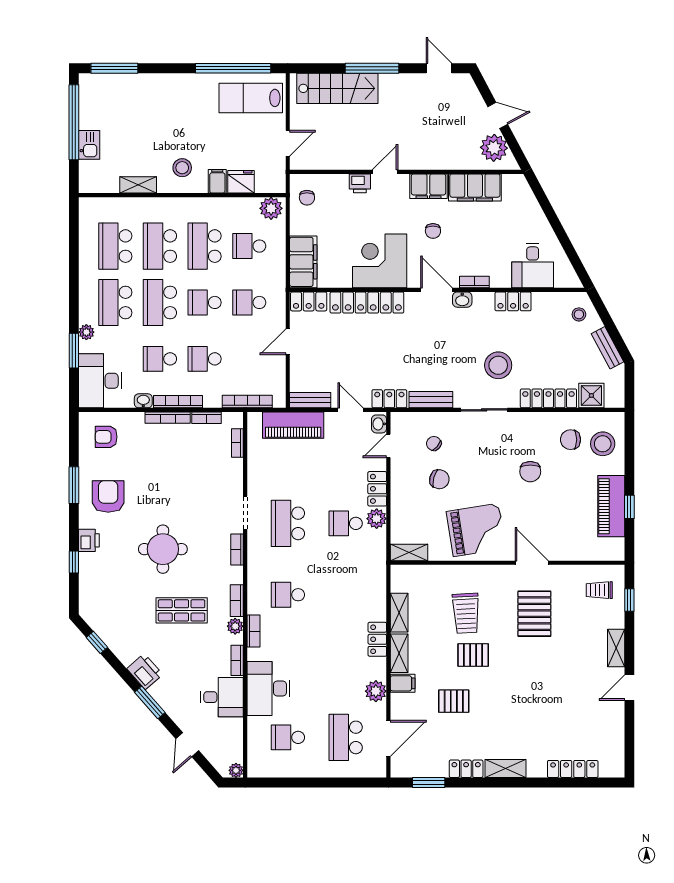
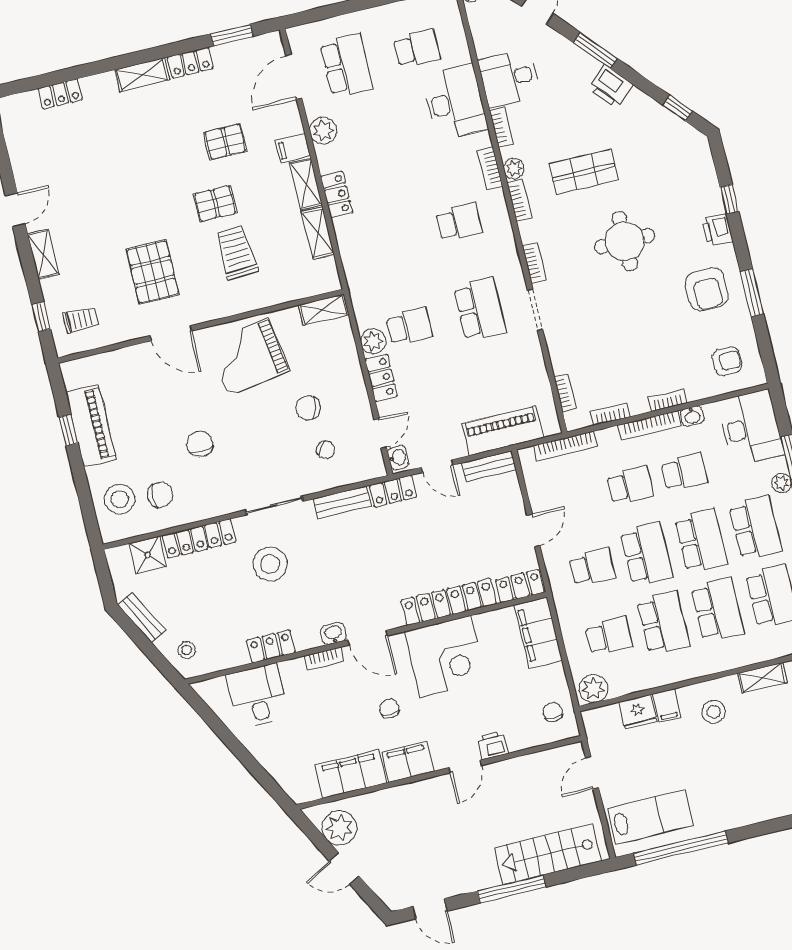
school desk: (205, 302) -> (647, 554), width x1.85
bookcase: (168, 418) -> (668, 400), width x0.64
locker: (573, 769) -> (60, 94), width x0.66

